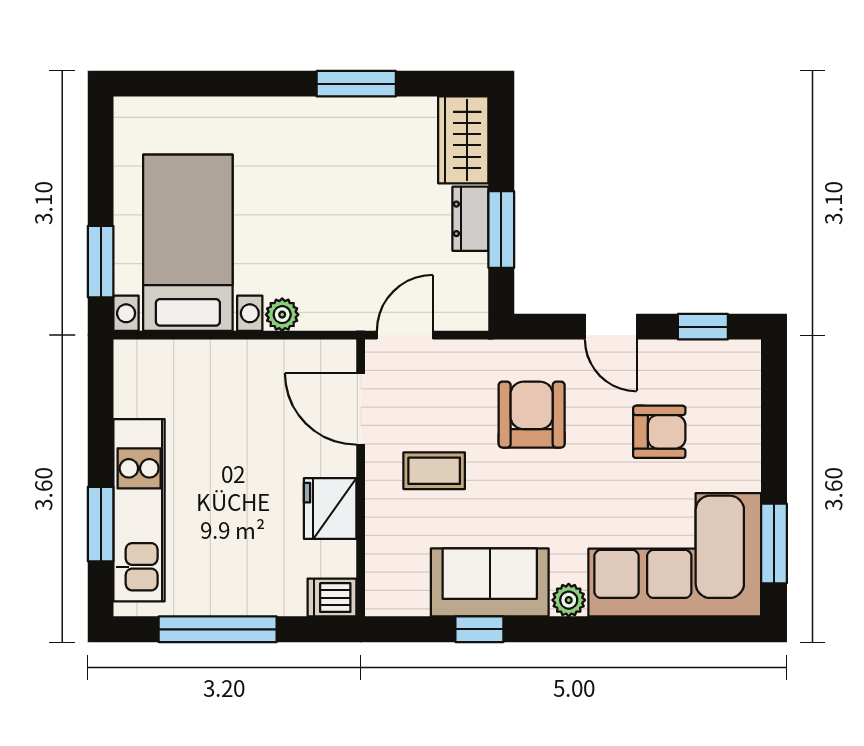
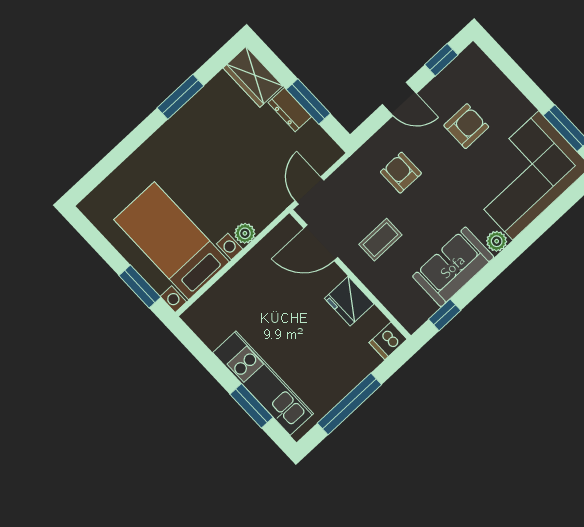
armchair: (532, 415) -> (401, 173), width x0.72, depth x0.72
window: (479, 629) -> (445, 315), moved

